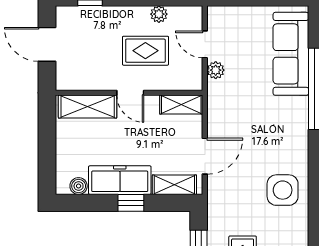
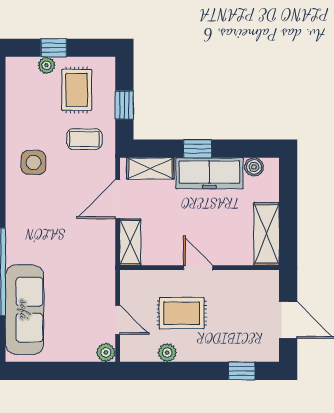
plant: (216, 70) -> (106, 352), moved
shelving: (181, 105) -> (130, 242), moved, turned 90
shelving: (88, 107) -> (266, 234), moved, turned 90
side table: (283, 190) -> (33, 162), width x0.73, depth x0.73
coffee table: (235, 212) -> (84, 139), added

